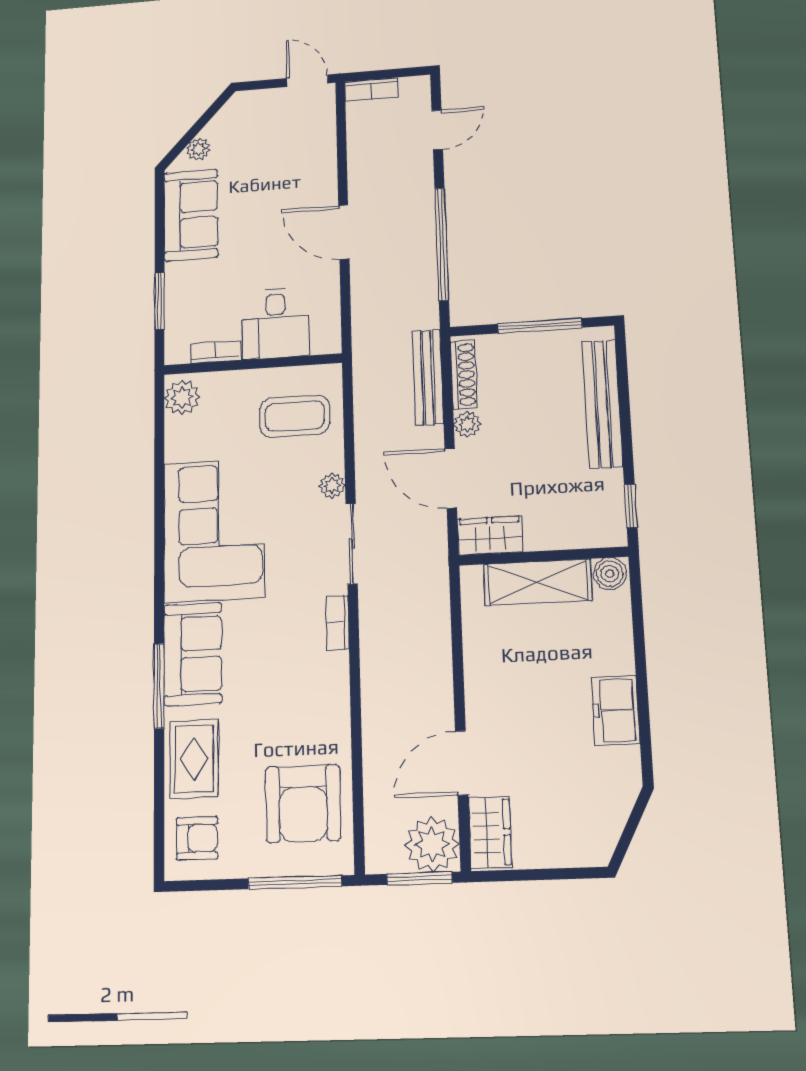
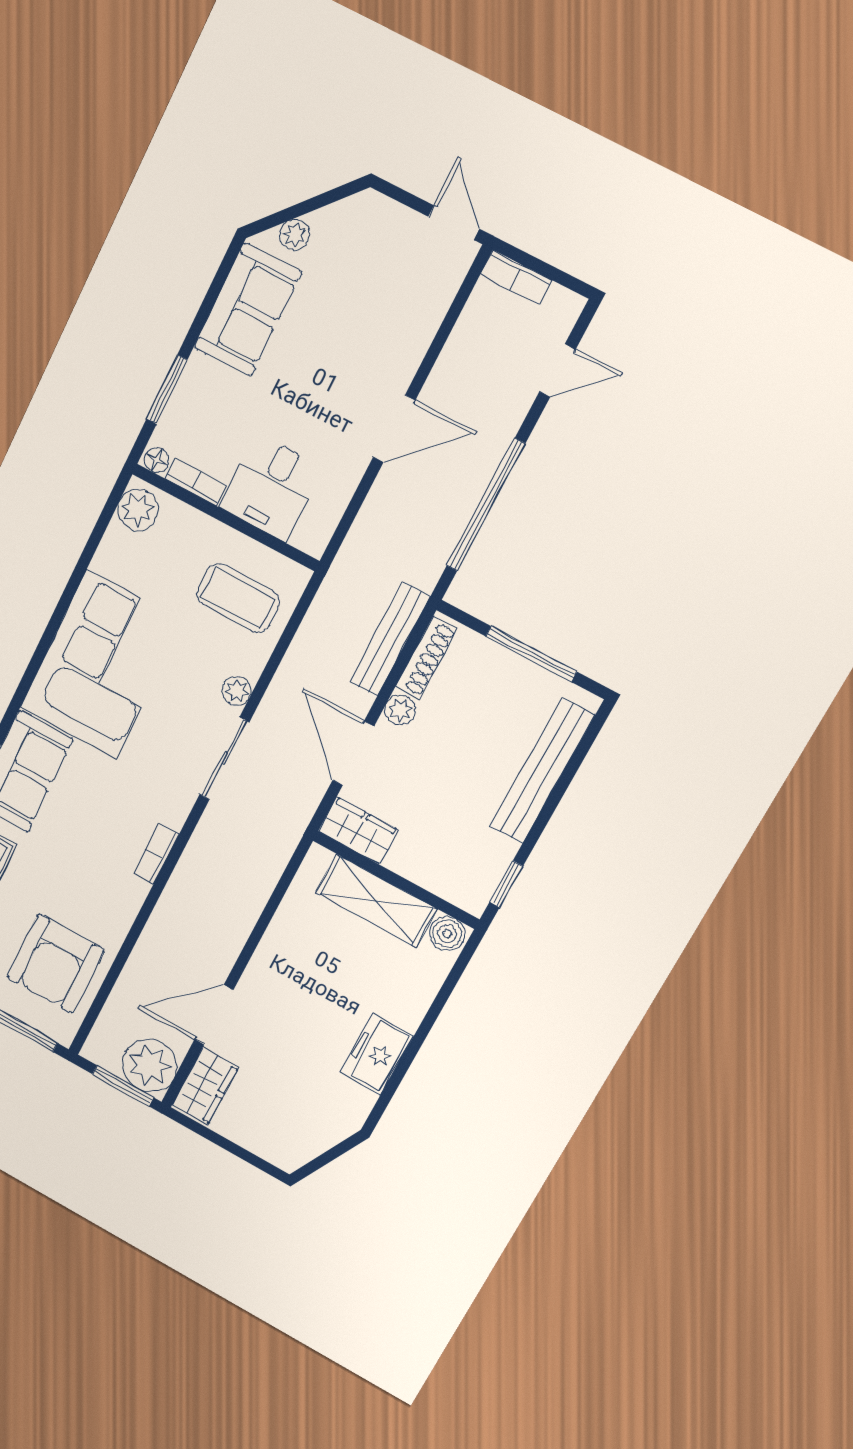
door: (344, 232) -> (394, 429), swing flipped
floor lamp: (178, 354) -> (157, 460), added
bookcase: (338, 622) -> (156, 854), moved

